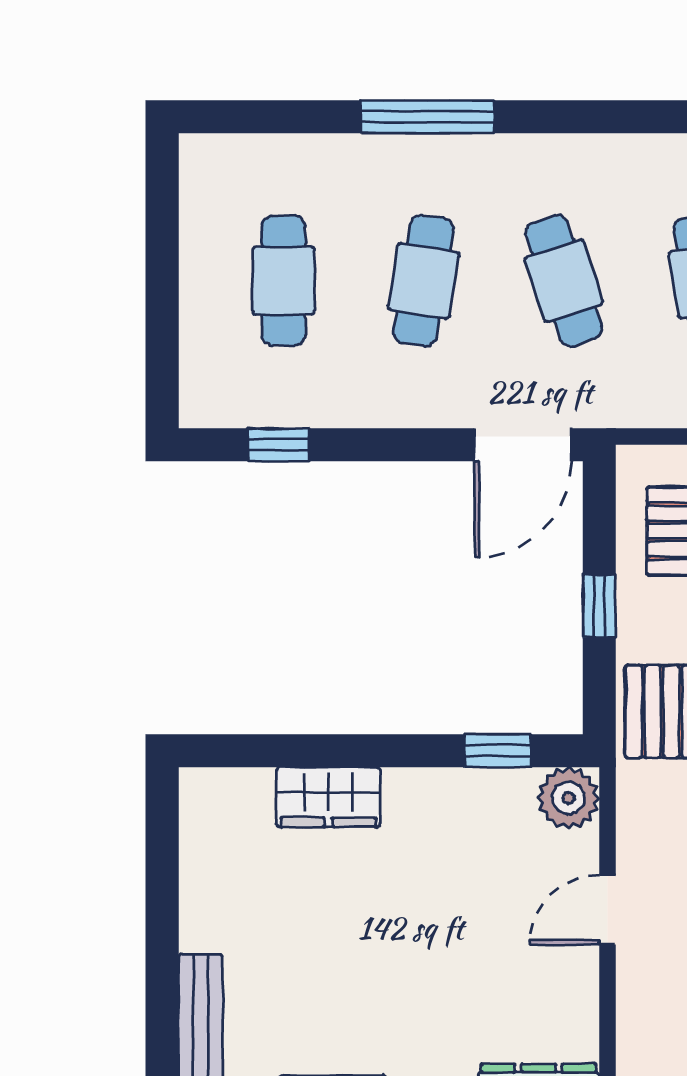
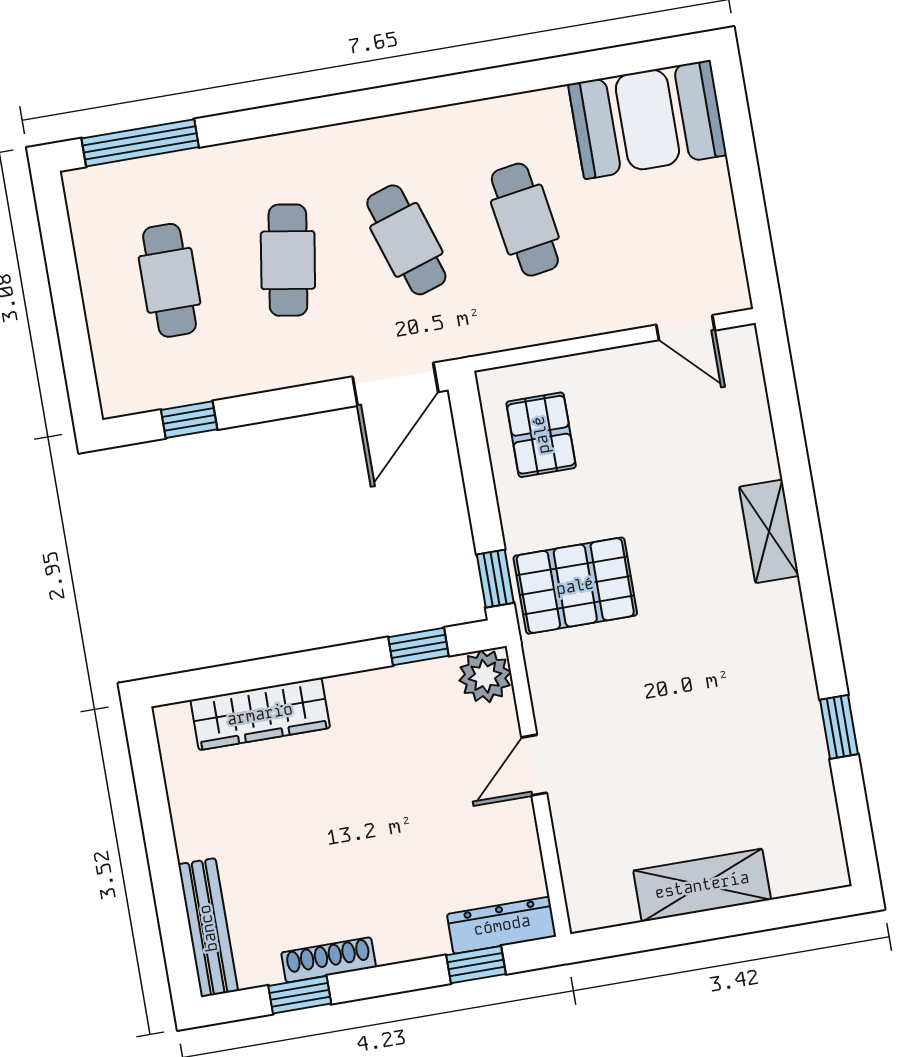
window: (427, 117) -> (140, 143), moved
window: (599, 606) -> (495, 579), moved
wardrobe: (328, 797) -> (260, 714), width x1.50

